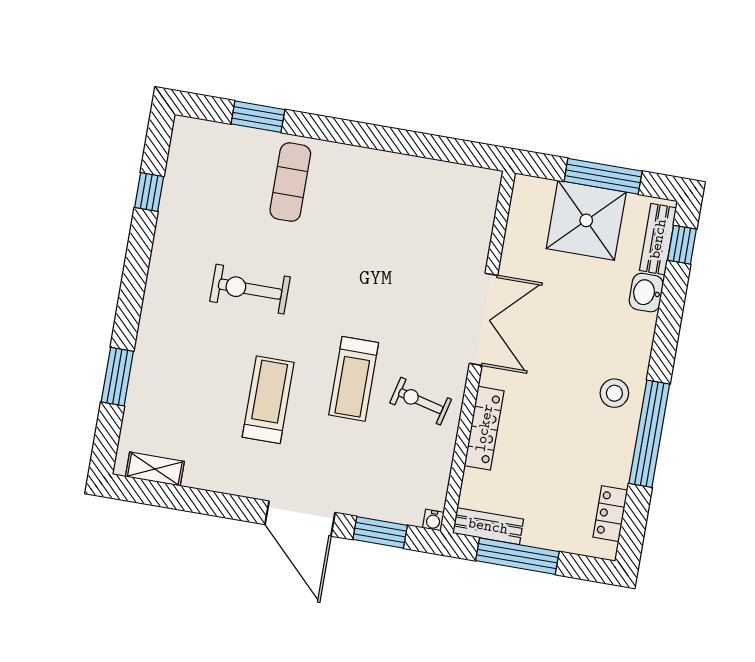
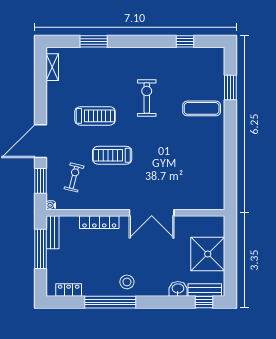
window: (603, 176) -> (230, 258), removed
exercise bike: (421, 401) -> (74, 177), moved

